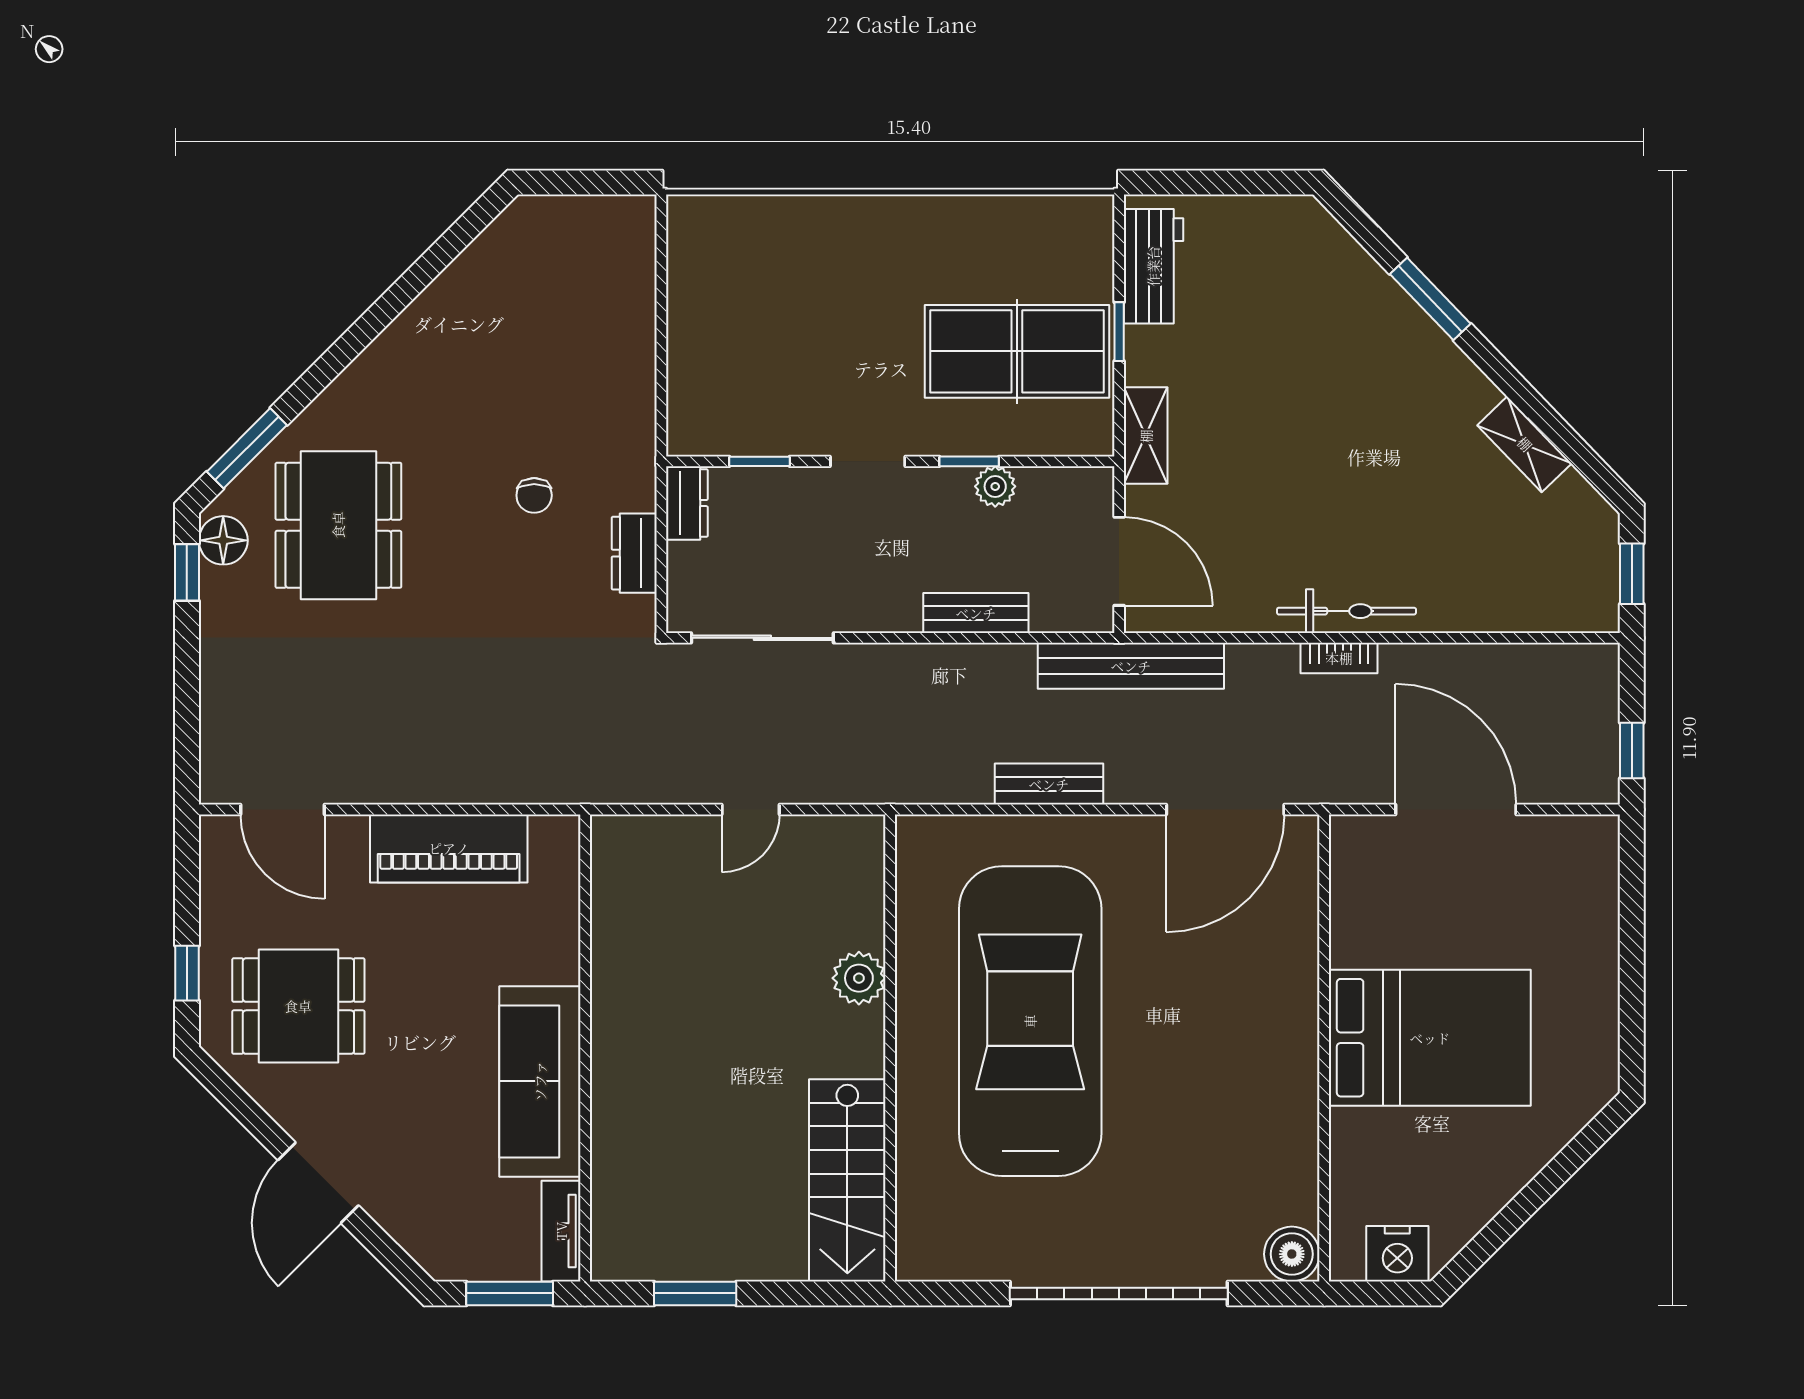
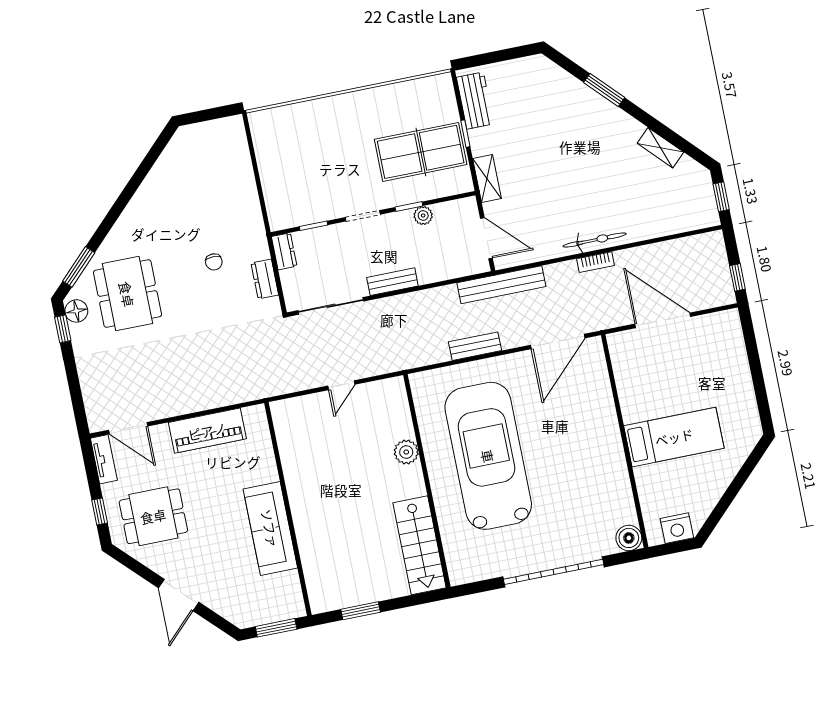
bench: (976, 613) -> (392, 282), moved
bed: (1430, 1038) -> (674, 437), width x0.67
tv unit: (561, 1231) -> (104, 459), moved, turned 180

